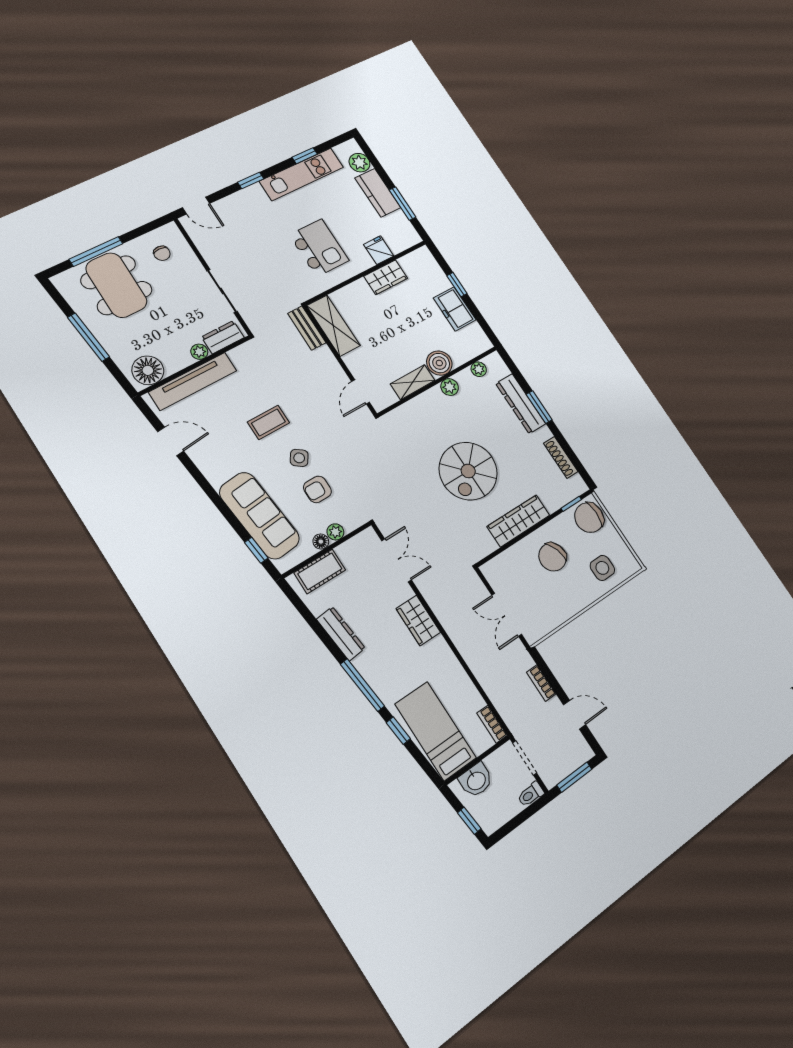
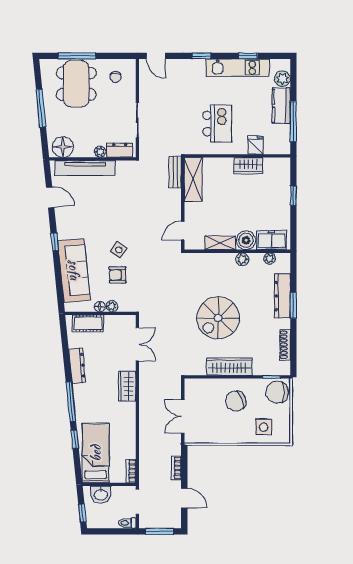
window: (402, 204) -> (293, 122), width x1.44
freezer: (455, 309) -> (272, 240), moved, turned 90
coffee table: (268, 422) -> (114, 218), removed
window: (256, 550) -> (55, 242), moved

